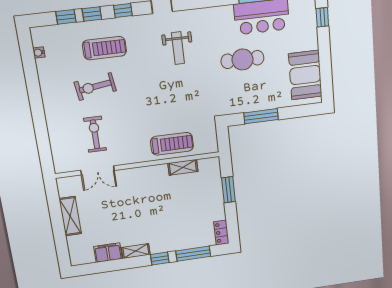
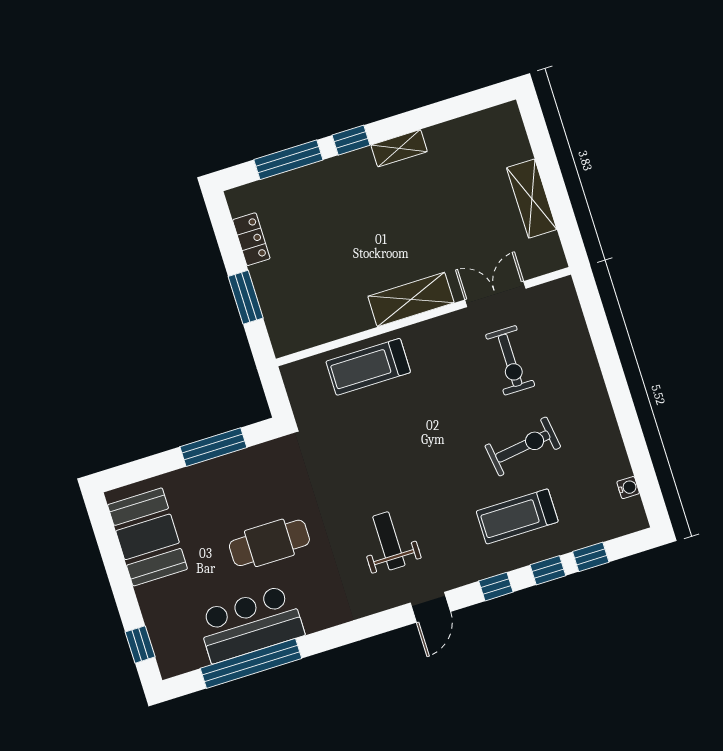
shelving: (183, 167) -> (411, 300), moved, width x1.50, depth x1.33
locker: (221, 233) -> (251, 239), moved
filing cabinet: (108, 253) -> (451, 137), removed

